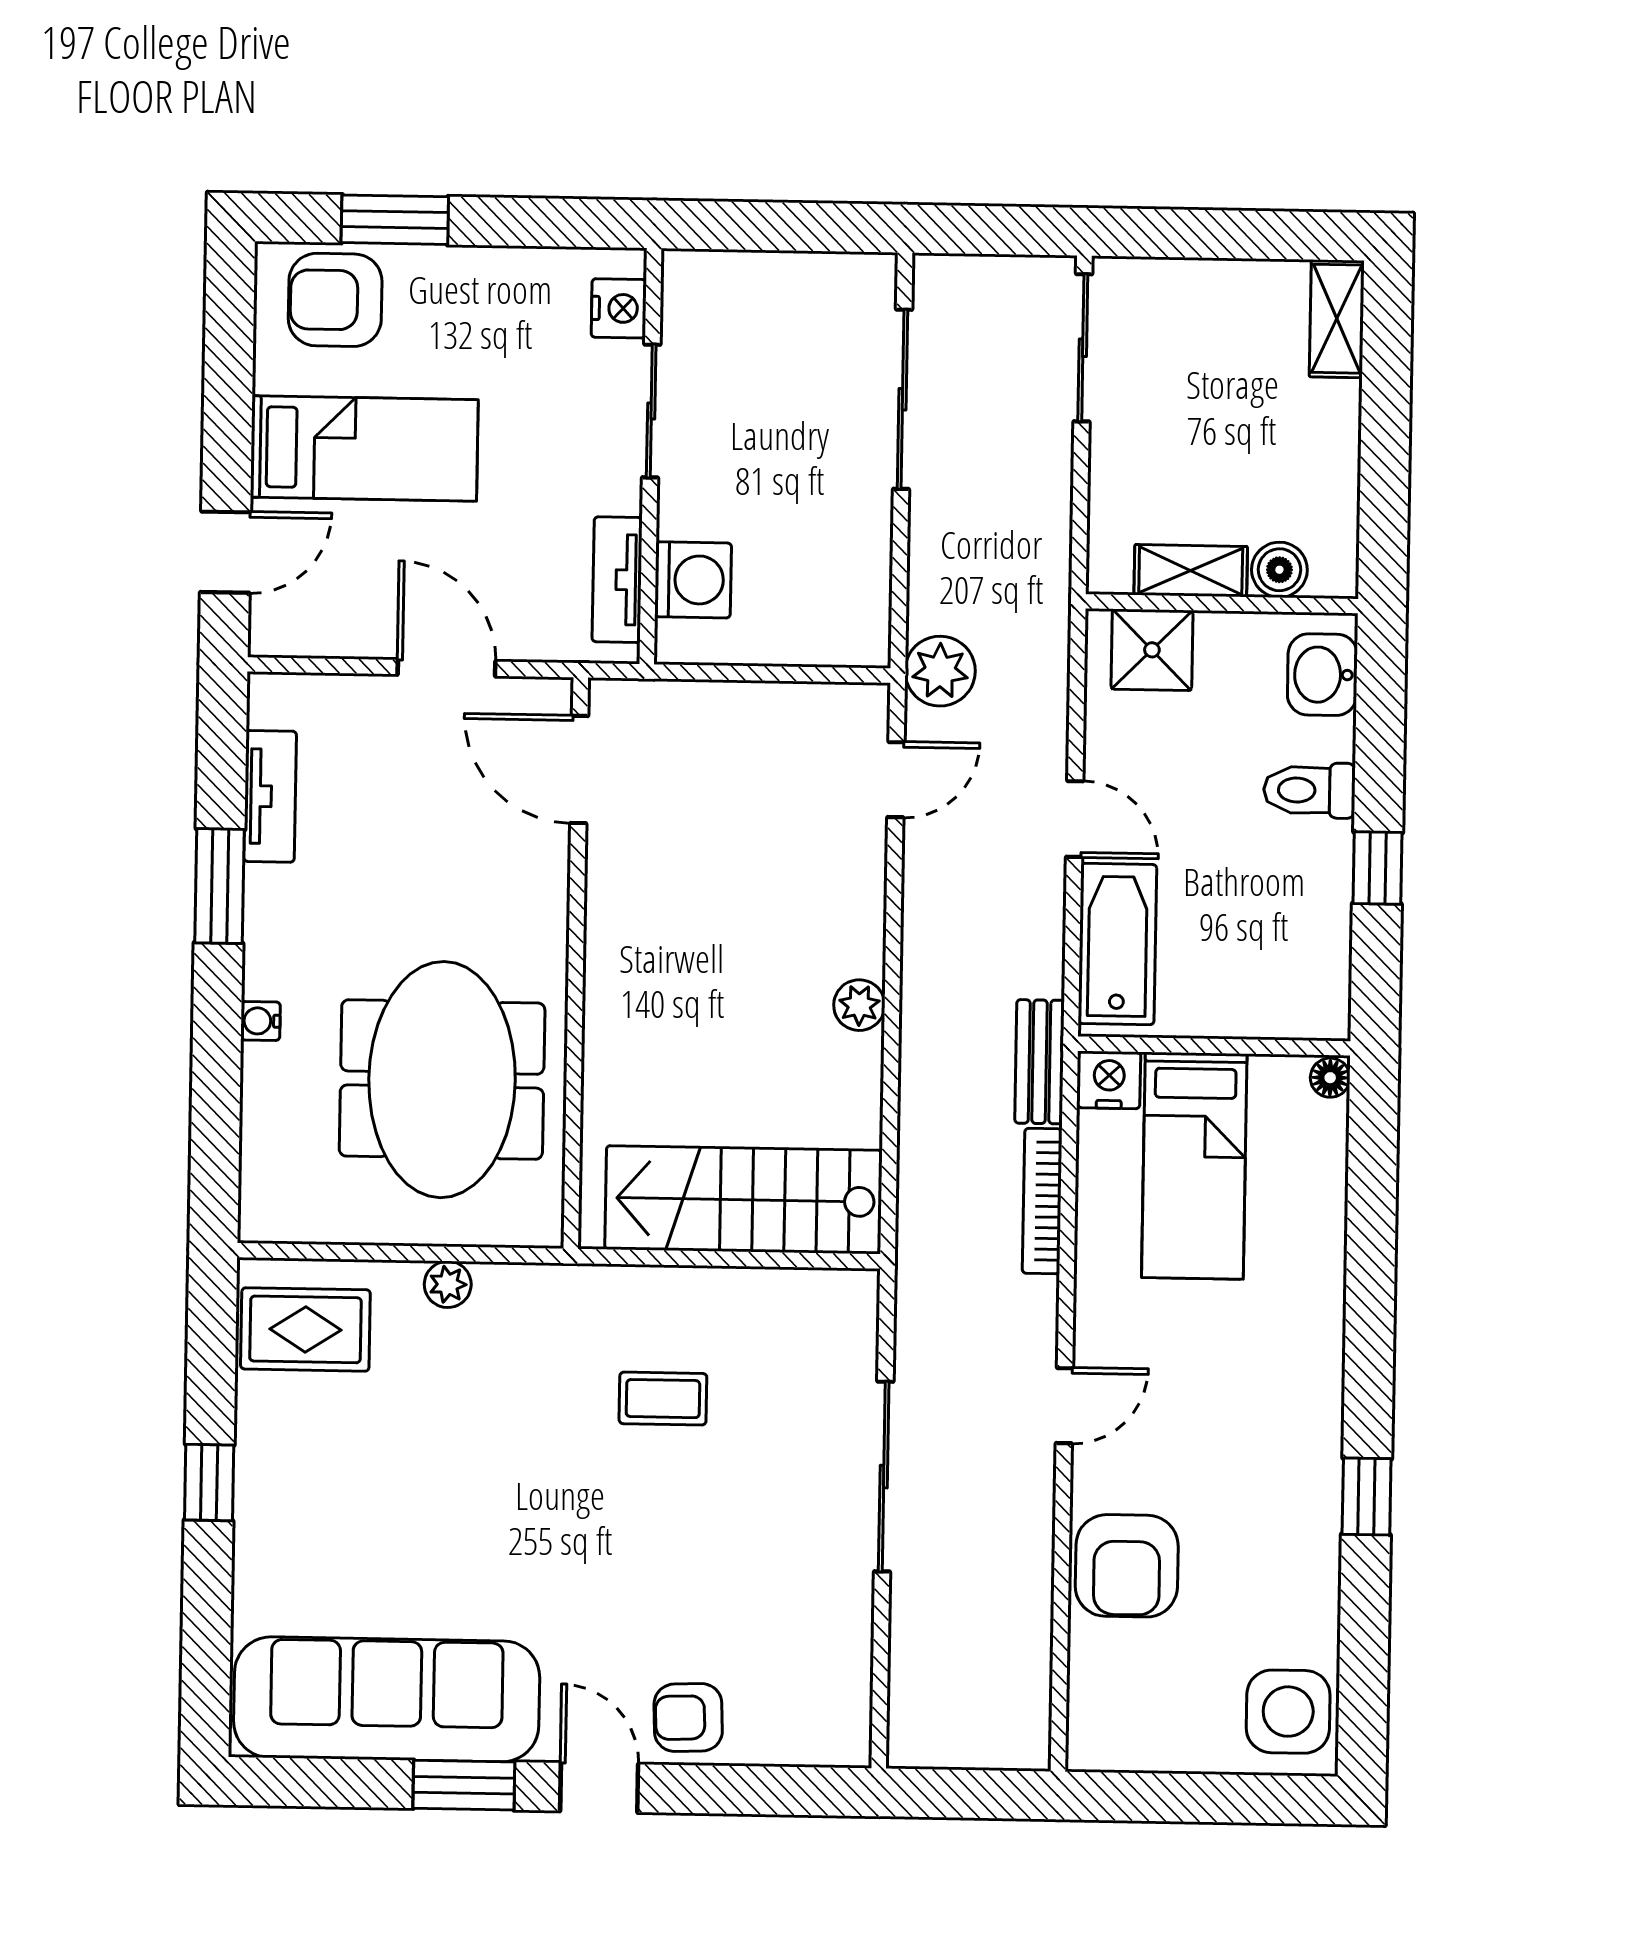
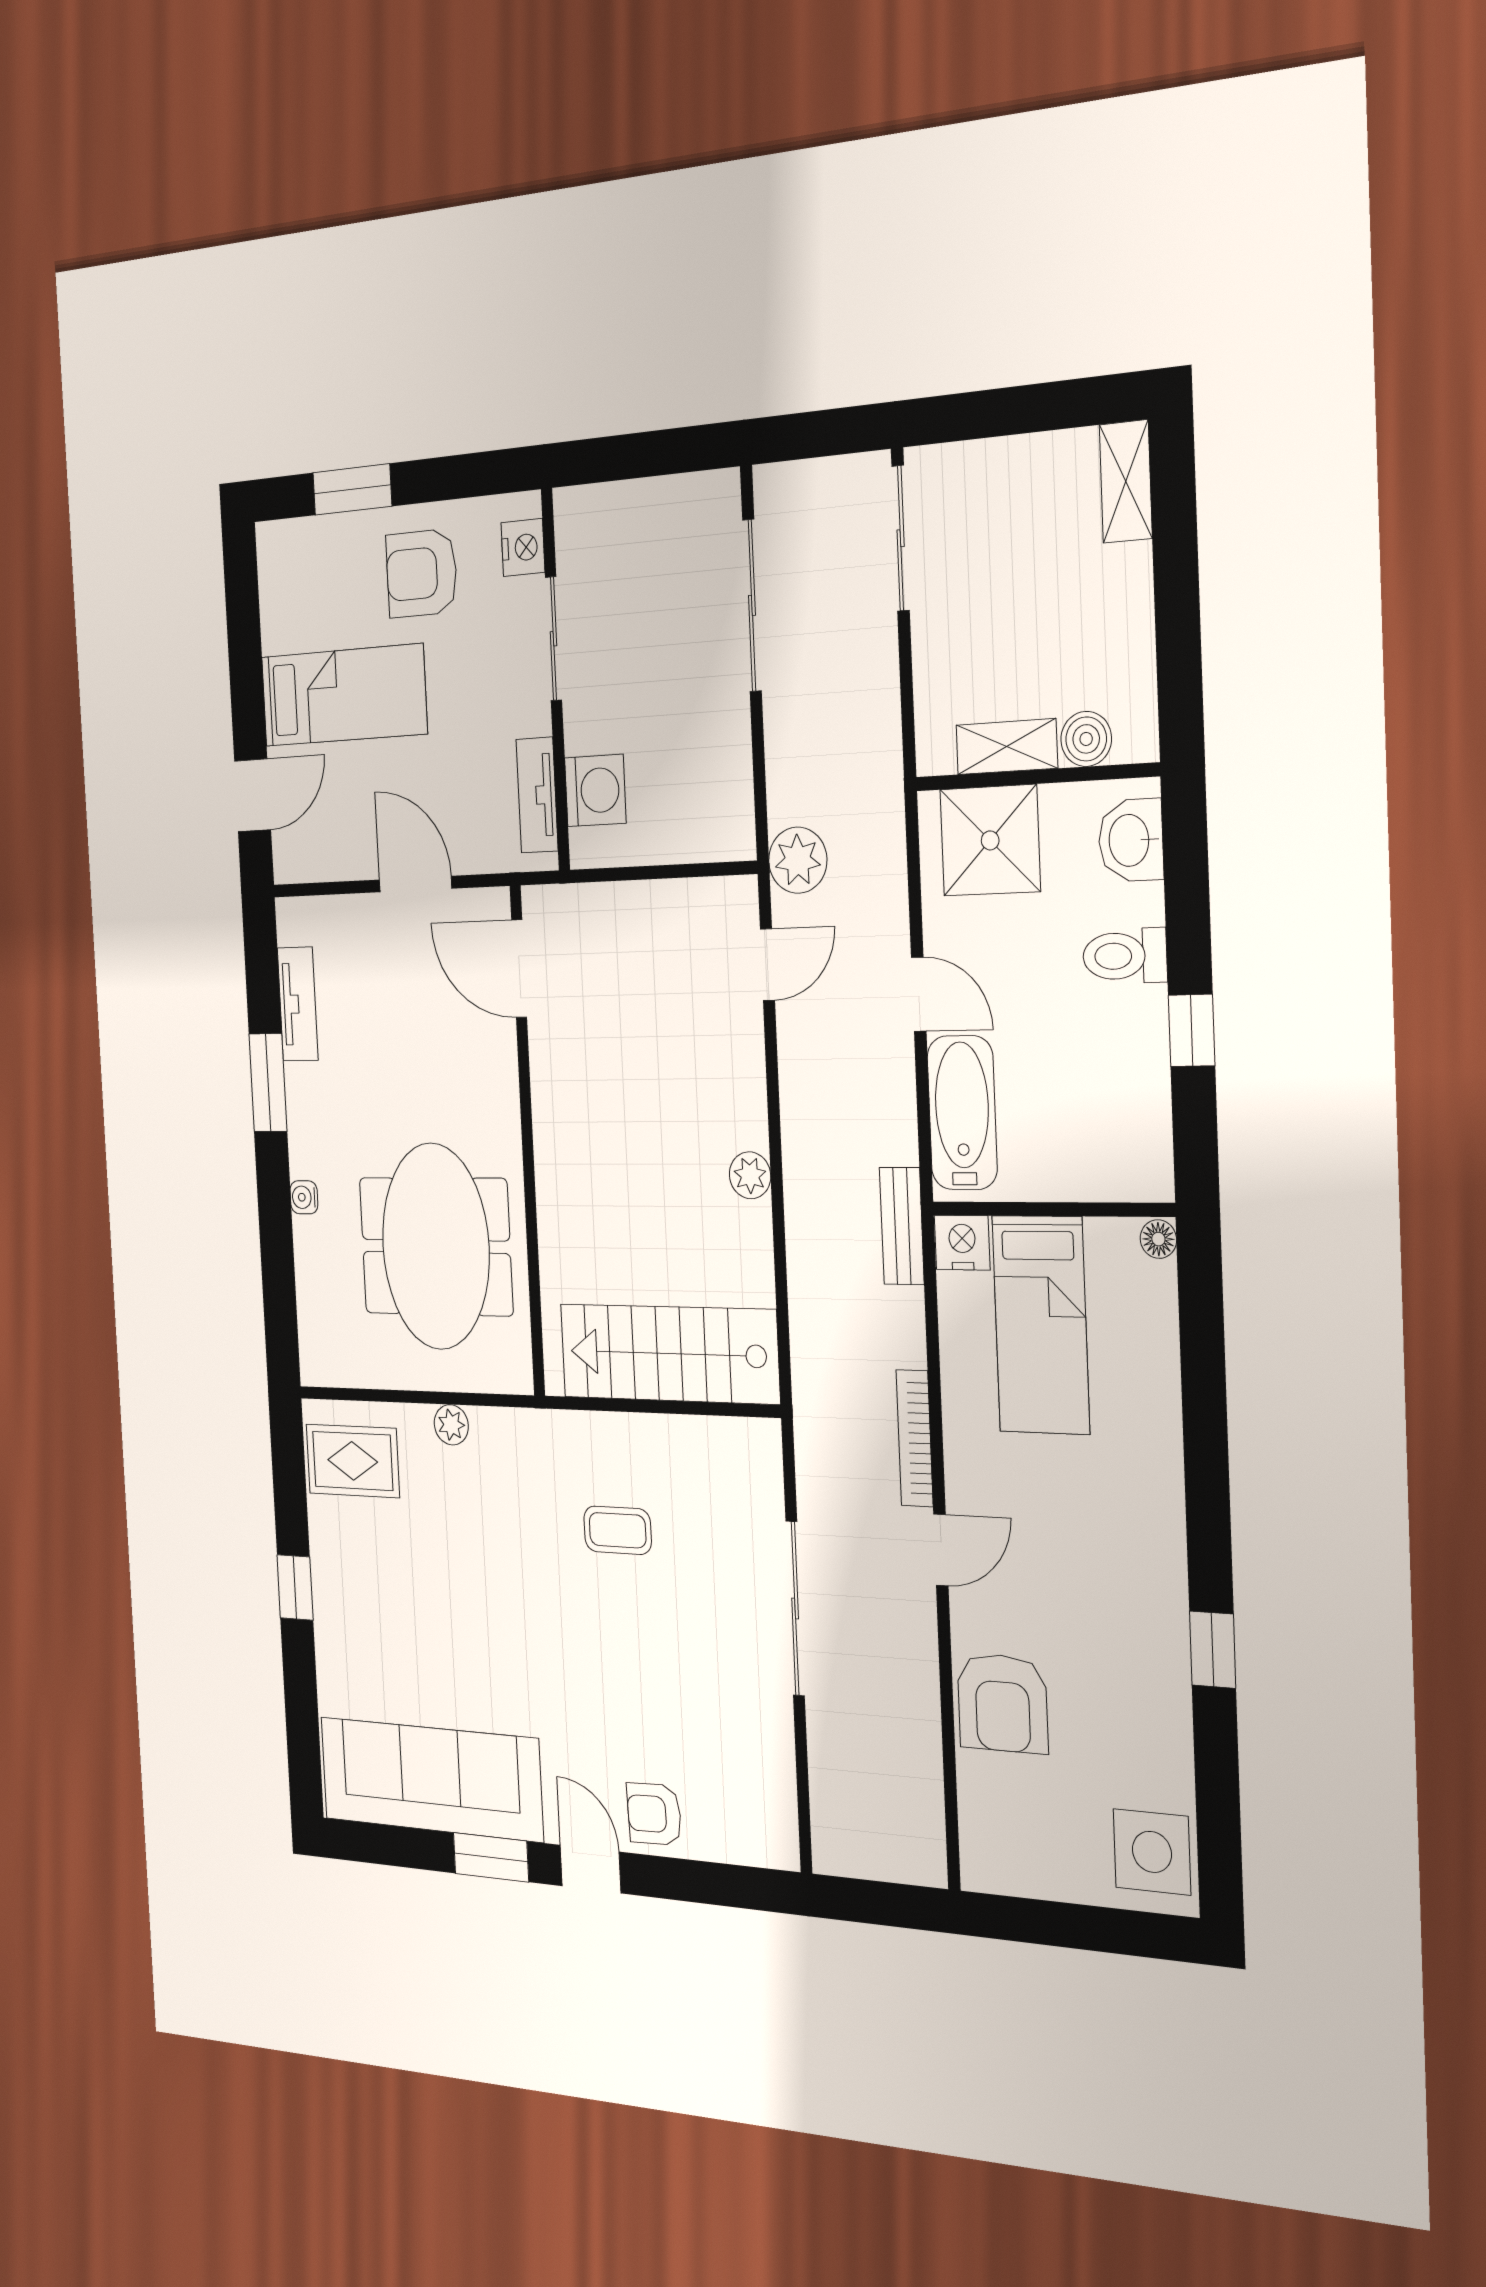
armchair: (335, 300) -> (422, 573), moved
shower: (1152, 650) -> (990, 840), width x1.36, depth x1.36
bookcase: (1042, 1201) -> (915, 1438), moved

